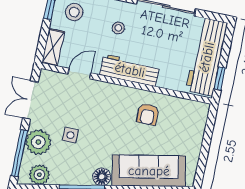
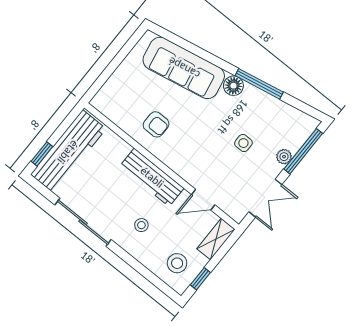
window: (220, 78) -> (42, 154), moved
armchair: (148, 114) -> (156, 124), turned 90
plant: (38, 142) -> (284, 157), width x0.53, depth x0.53
plant: (39, 175) -> (294, 120), removed

